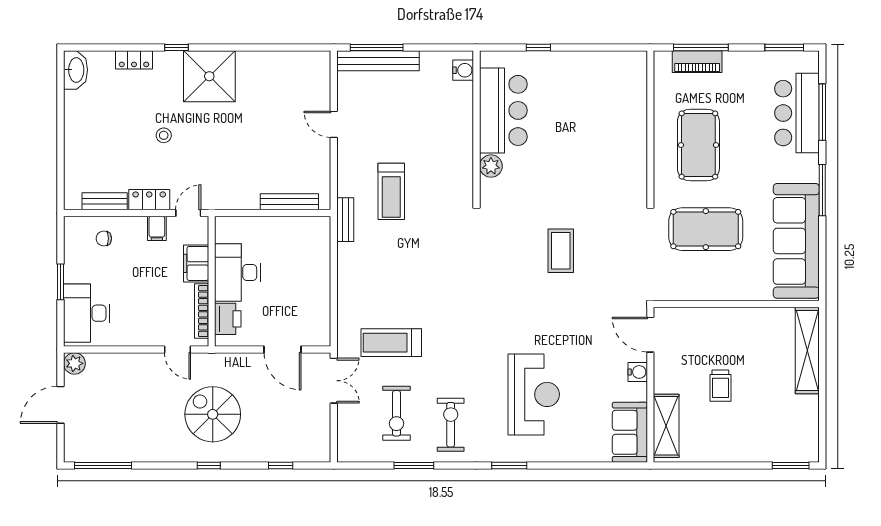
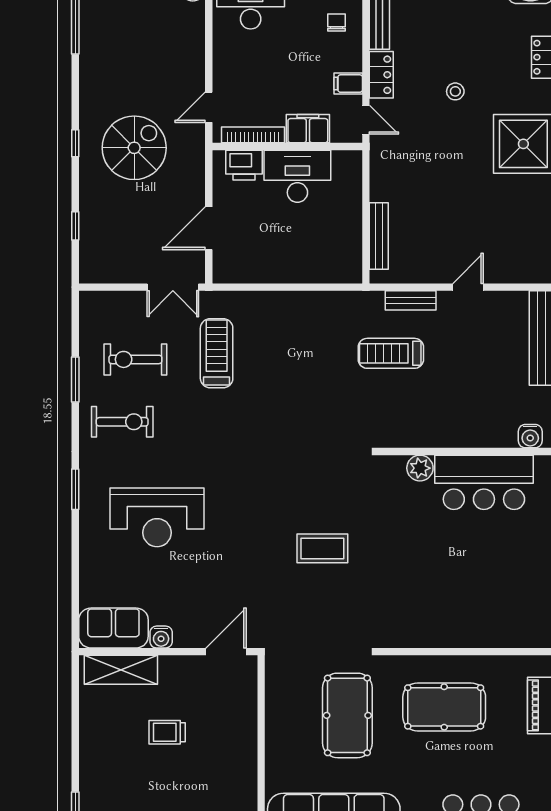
bench: (345, 220) -> (411, 300), moved
water cooler: (638, 372) -> (161, 637), moved

